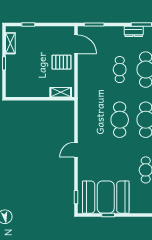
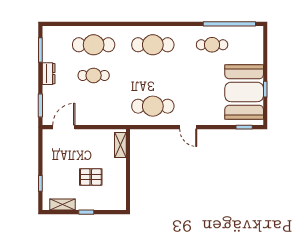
dresser: (134, 31) -> (49, 74), moved
pallet: (62, 62) -> (91, 177), moved, turned 90
cafe table: (120, 120) -> (153, 106), moved

